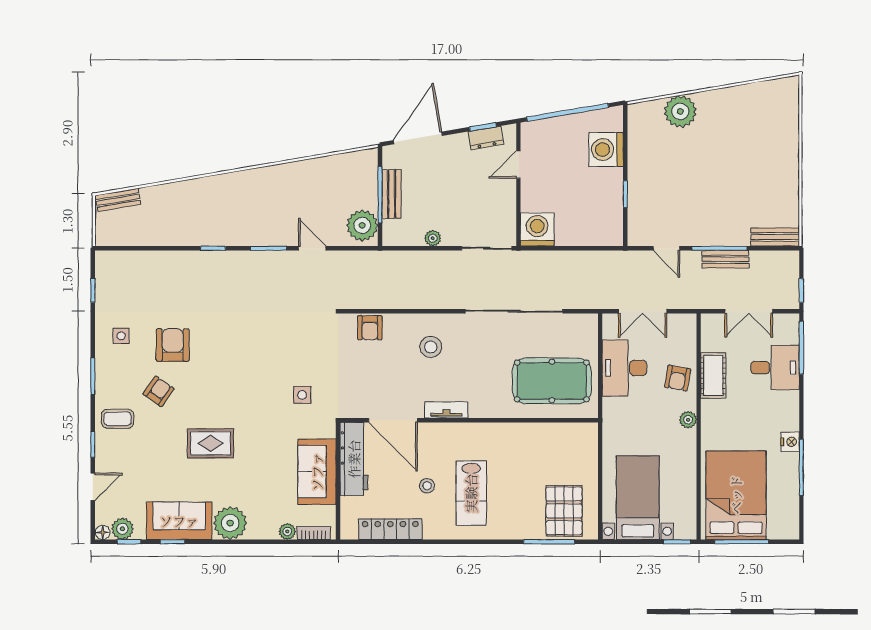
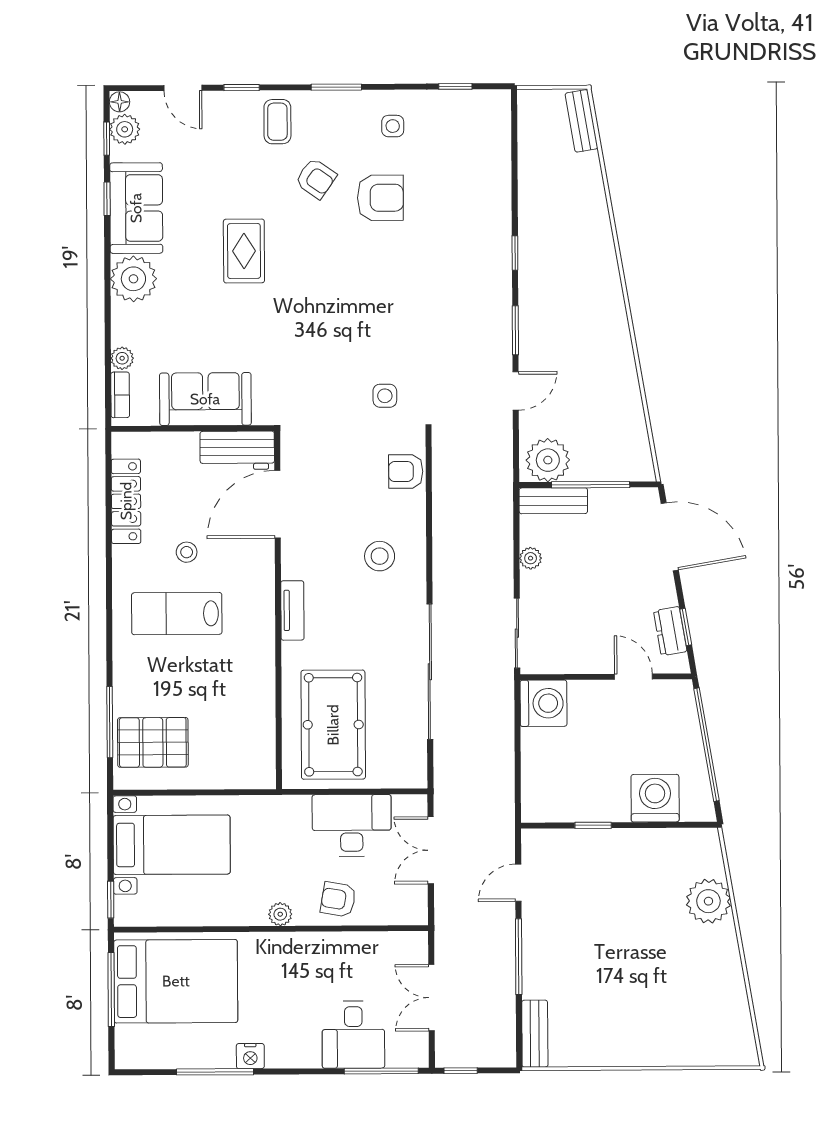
bench: (391, 194) -> (553, 501), moved
bench: (725, 259) -> (503, 965), removed
cot: (713, 376) -> (342, 949), removed
side table: (302, 395) -> (385, 396), moved
tv unit: (446, 410) -> (292, 610), moved
workbench: (354, 459) -> (237, 450), width x0.73

